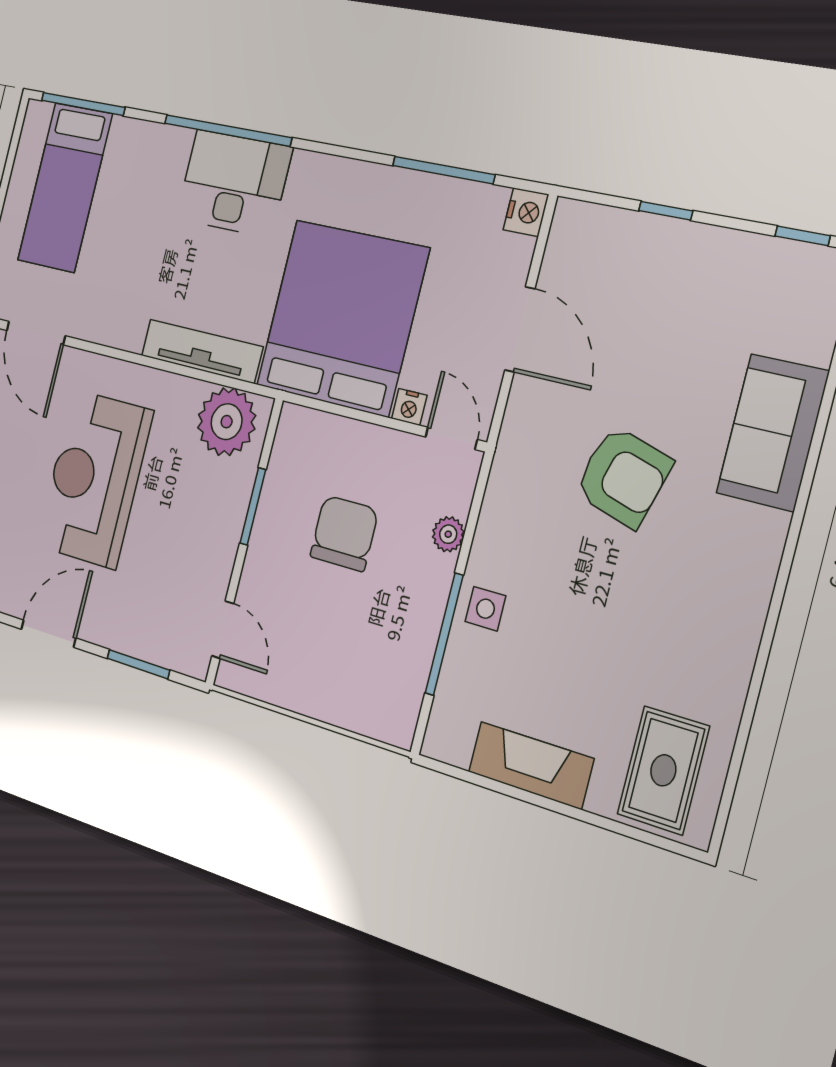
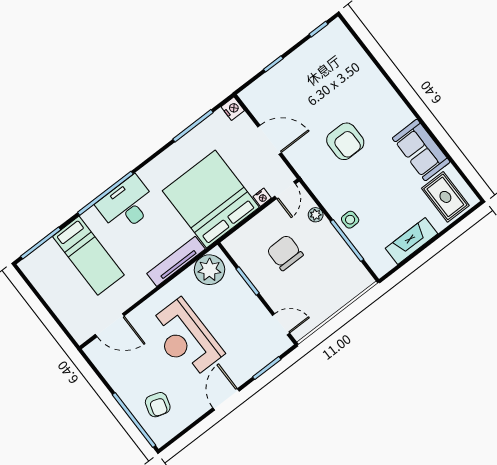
bed: (65, 187) -> (88, 256), moved
sofa: (773, 432) -> (421, 150), moved
door: (451, 438) -> (285, 190), swing flipped
armchair: (623, 477) -> (345, 141), turned 74

